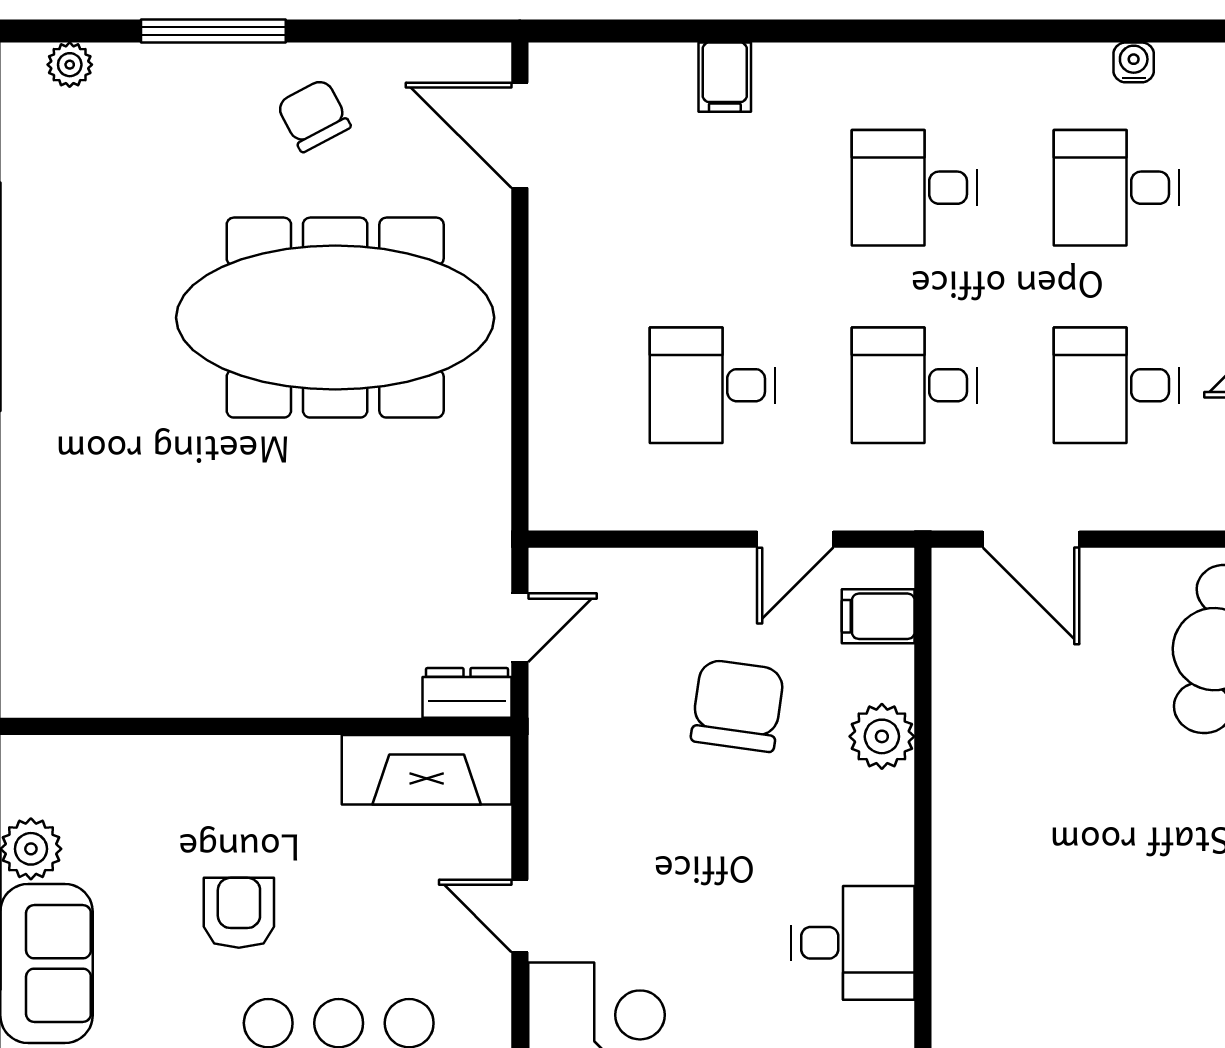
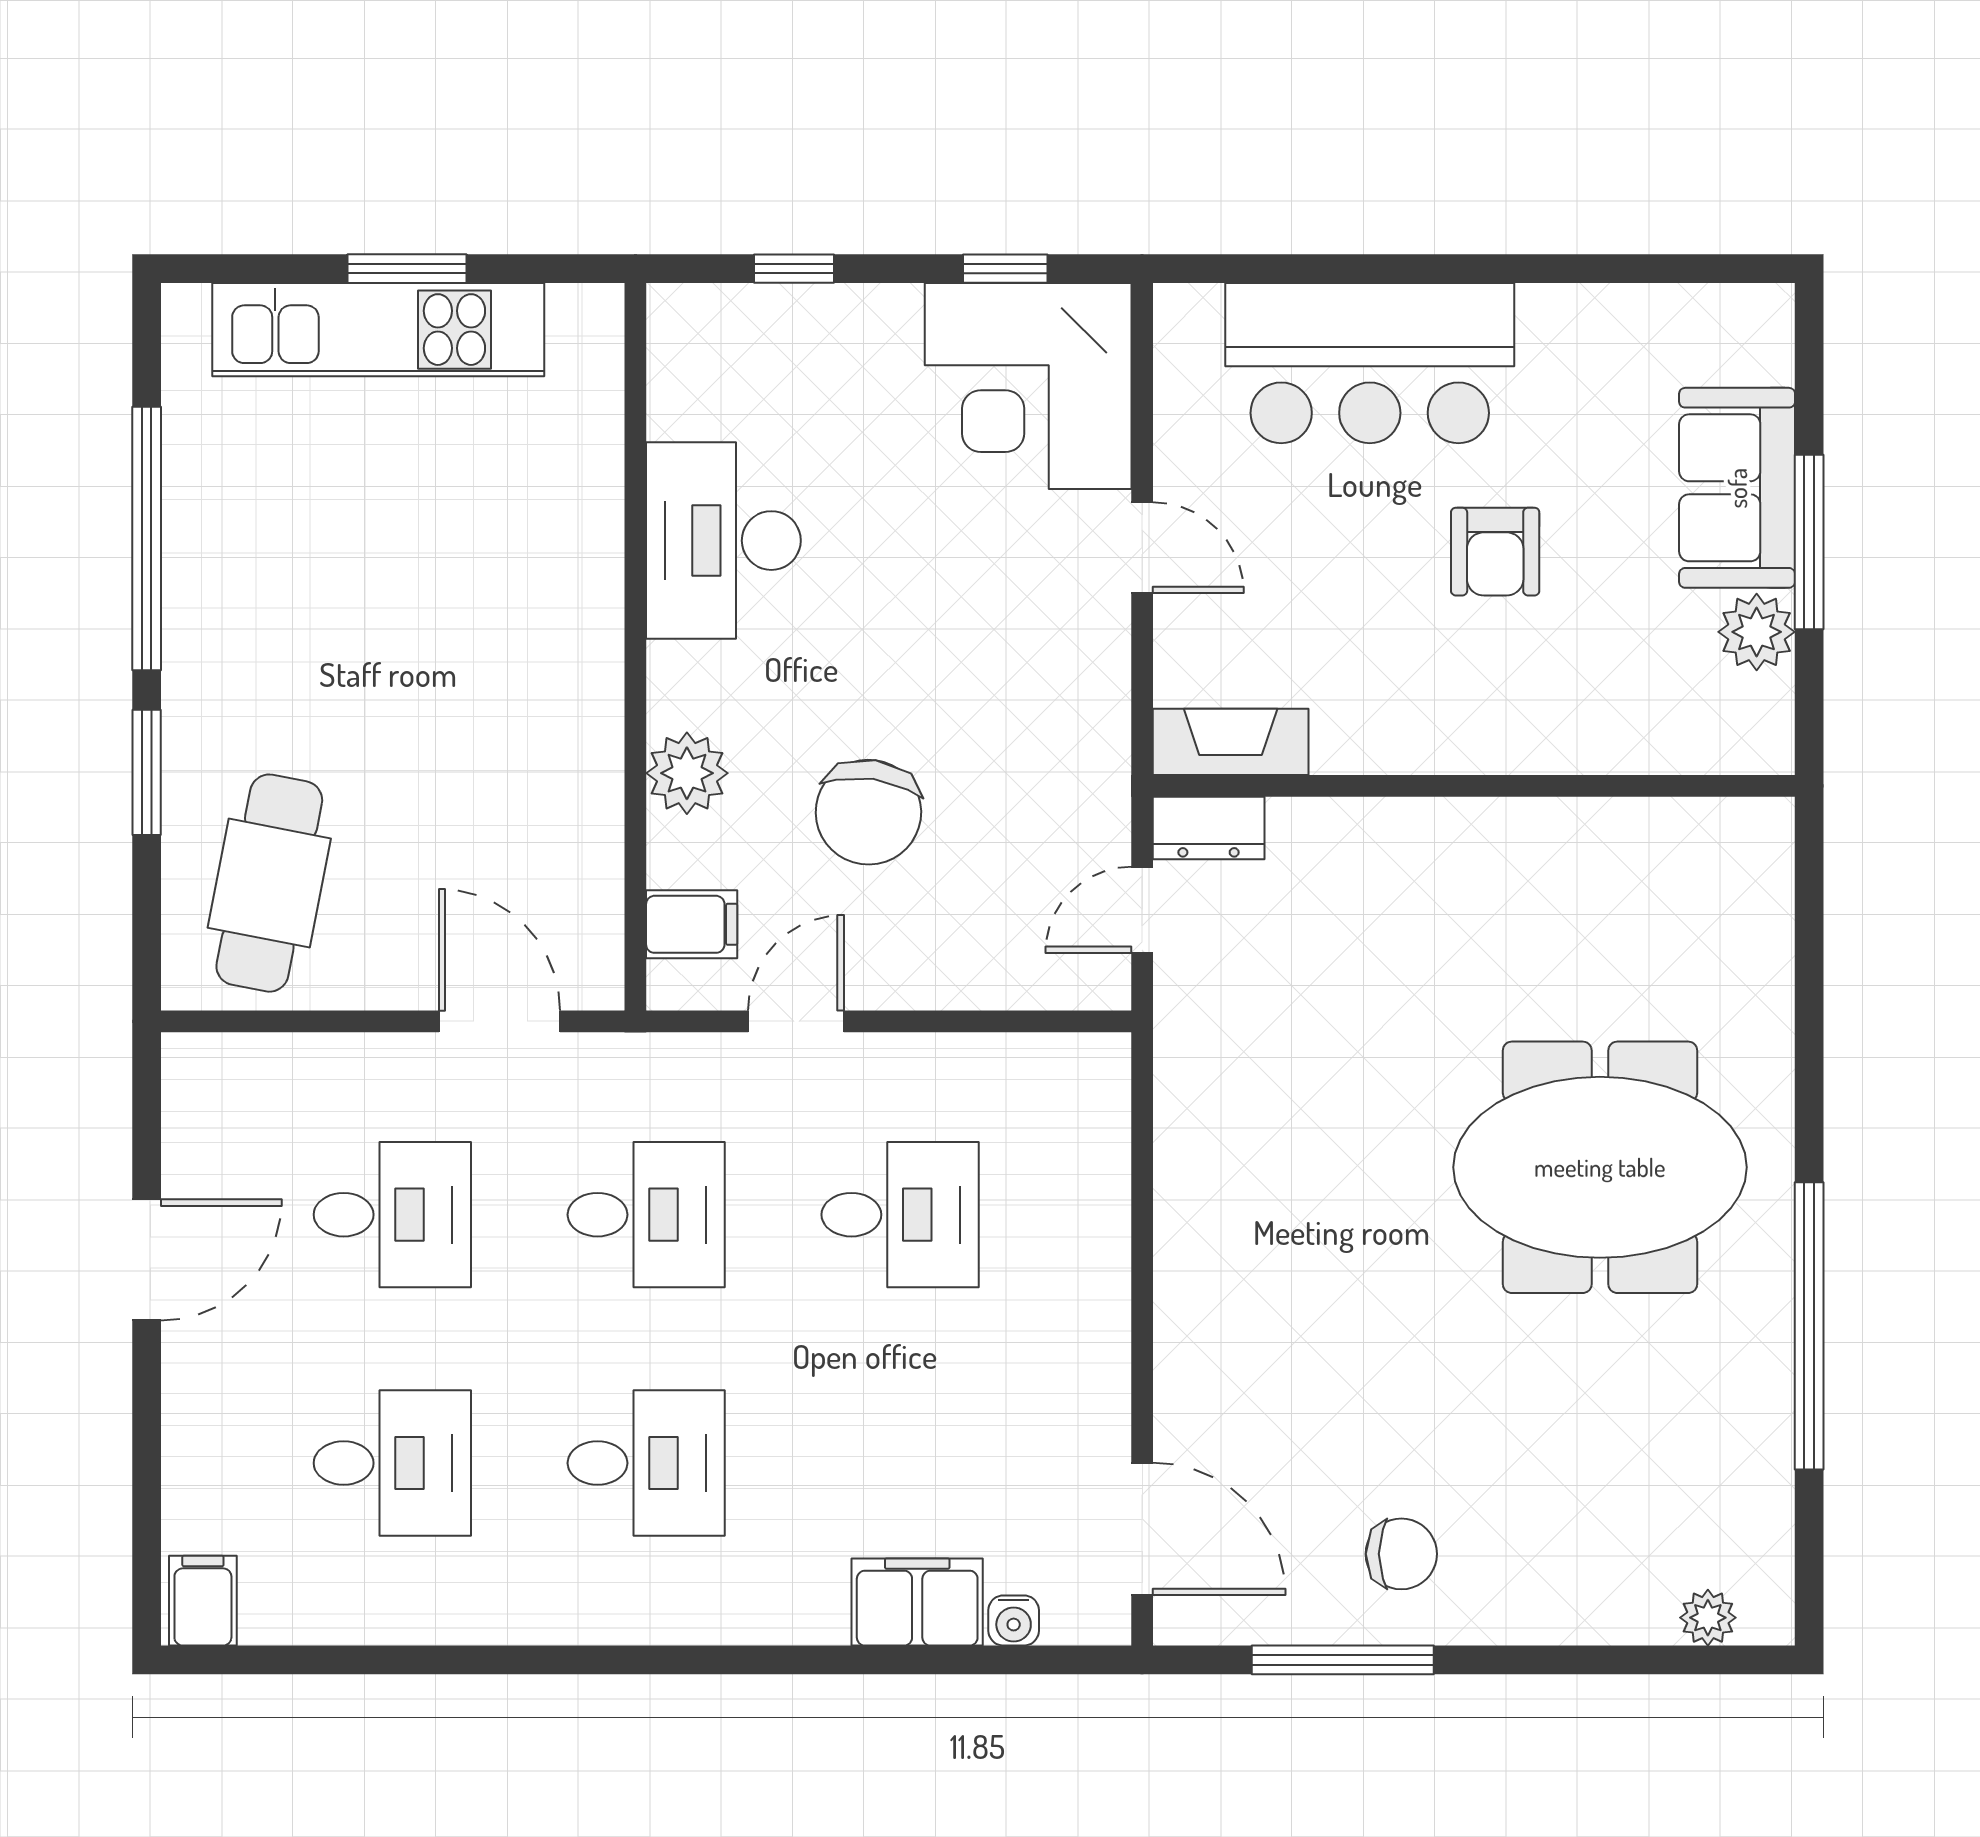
window: (213, 31) -> (1343, 1660), moved
water cooler: (1134, 62) -> (1014, 1620), moved
filing cabinet: (725, 77) -> (917, 1602), width x2.00
chair: (314, 115) -> (1401, 1554), turned -62
meeting table: (335, 318) -> (1600, 1167), moved, width x0.73
fireplace: (427, 770) -> (1231, 742), width x0.73, depth x0.76
desk: (853, 943) -> (723, 541), width x1.37

